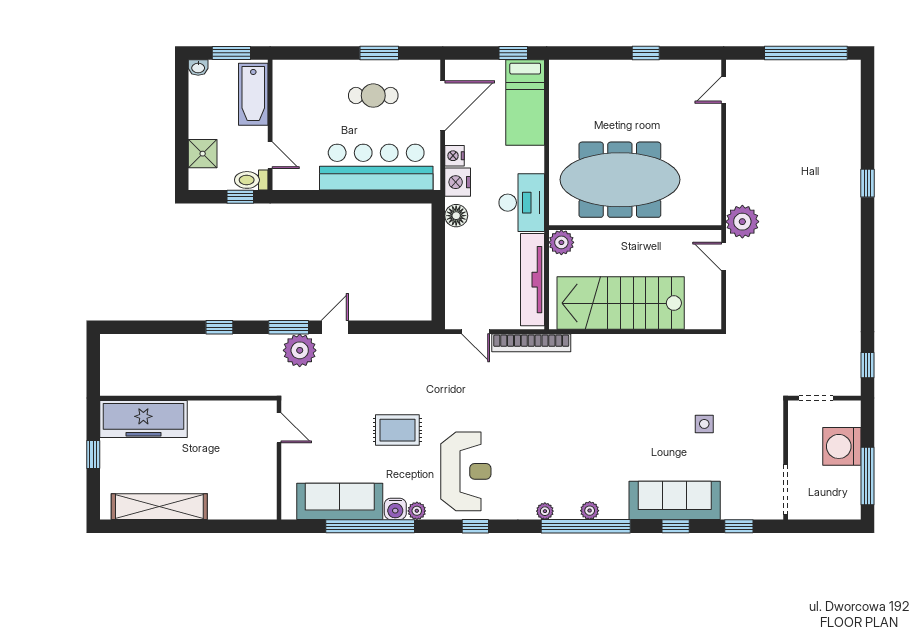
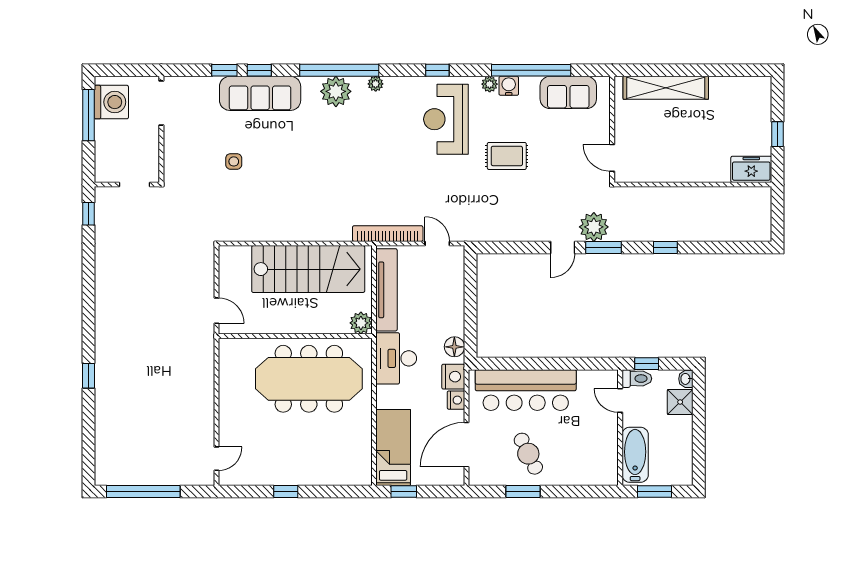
washbasin: (198, 68) -> (686, 379), moved, turned -90
cafe table: (373, 96) -> (528, 454), turned 64
plant: (742, 222) -> (200, 341), removed
freezer: (143, 419) -> (751, 169), width x0.52, depth x0.79
washing machine: (842, 446) -> (111, 102), moved
sofa: (340, 501) -> (568, 92), width x0.73
shelving: (159, 507) -> (666, 88), moved
plant: (590, 511) -> (336, 91), width x1.88, depth x1.88
window: (739, 526) -> (224, 70), moved

